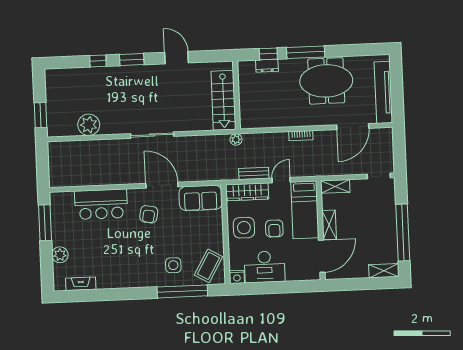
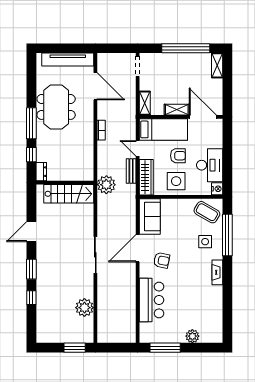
dresser: (267, 66) -> (41, 172), moved
plant: (236, 139) -> (106, 185), width x1.87, depth x1.87
fireplace: (81, 284) -> (217, 272), moved

